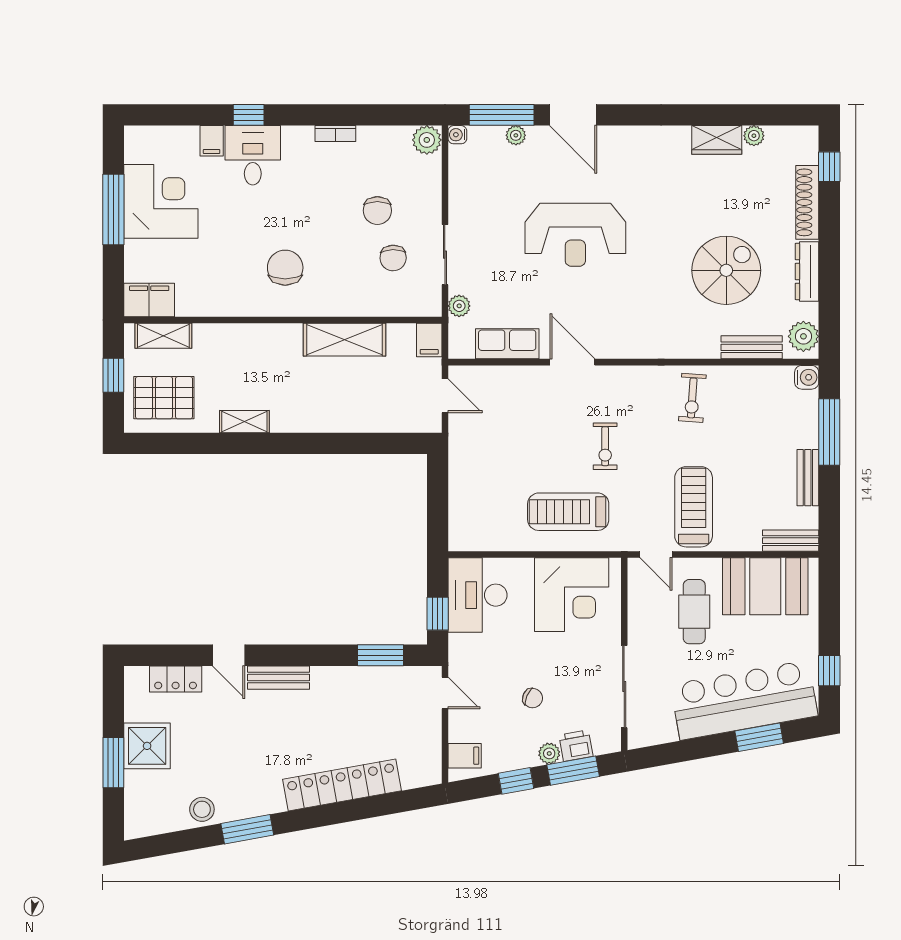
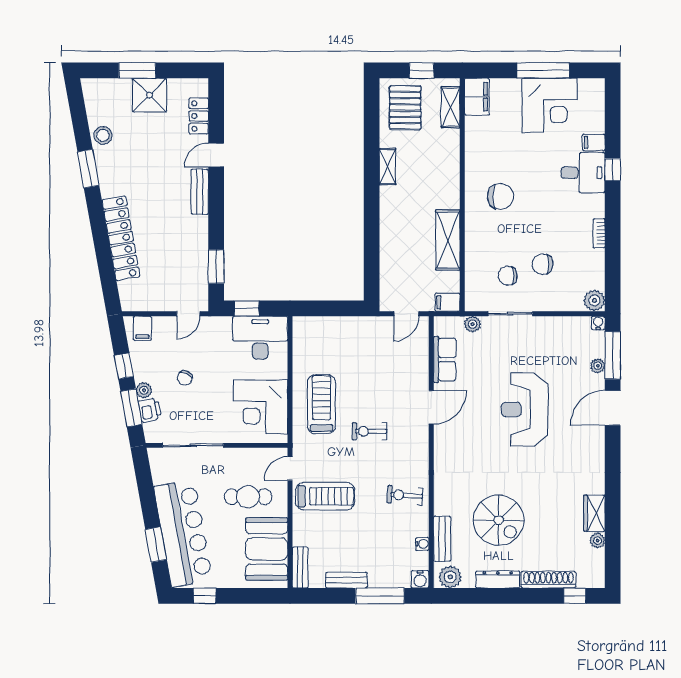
water cooler: (758, 374) -> (422, 544), added

